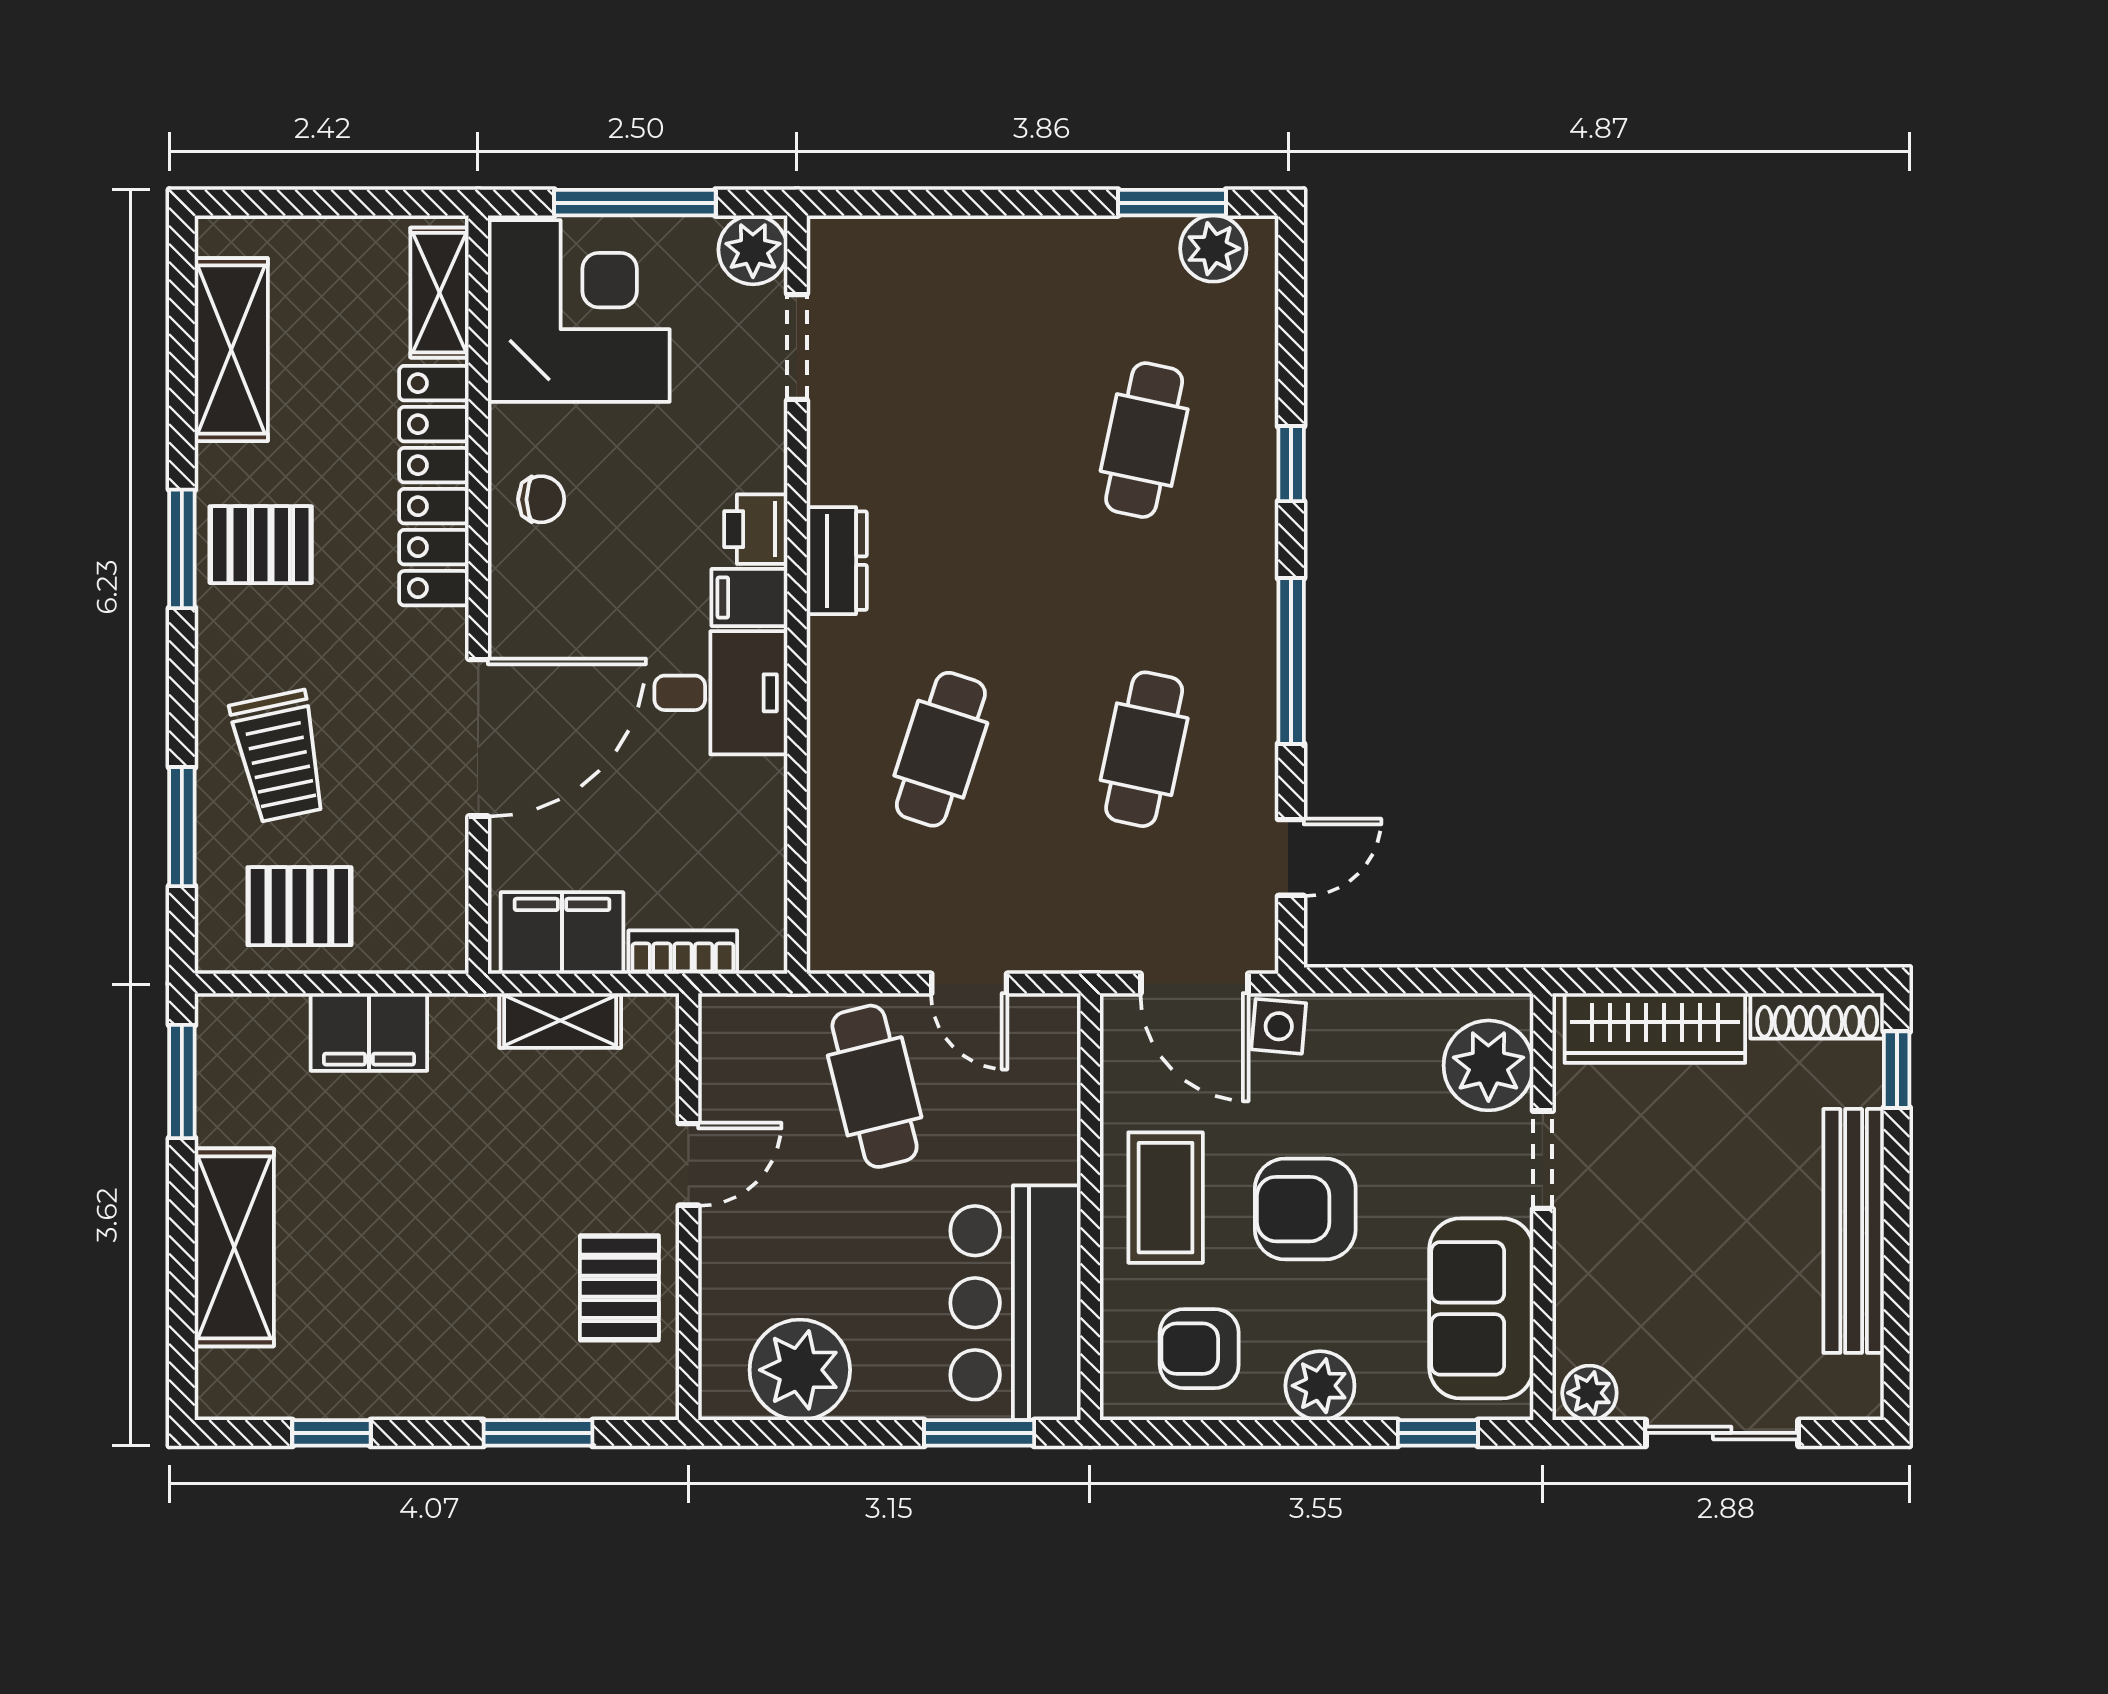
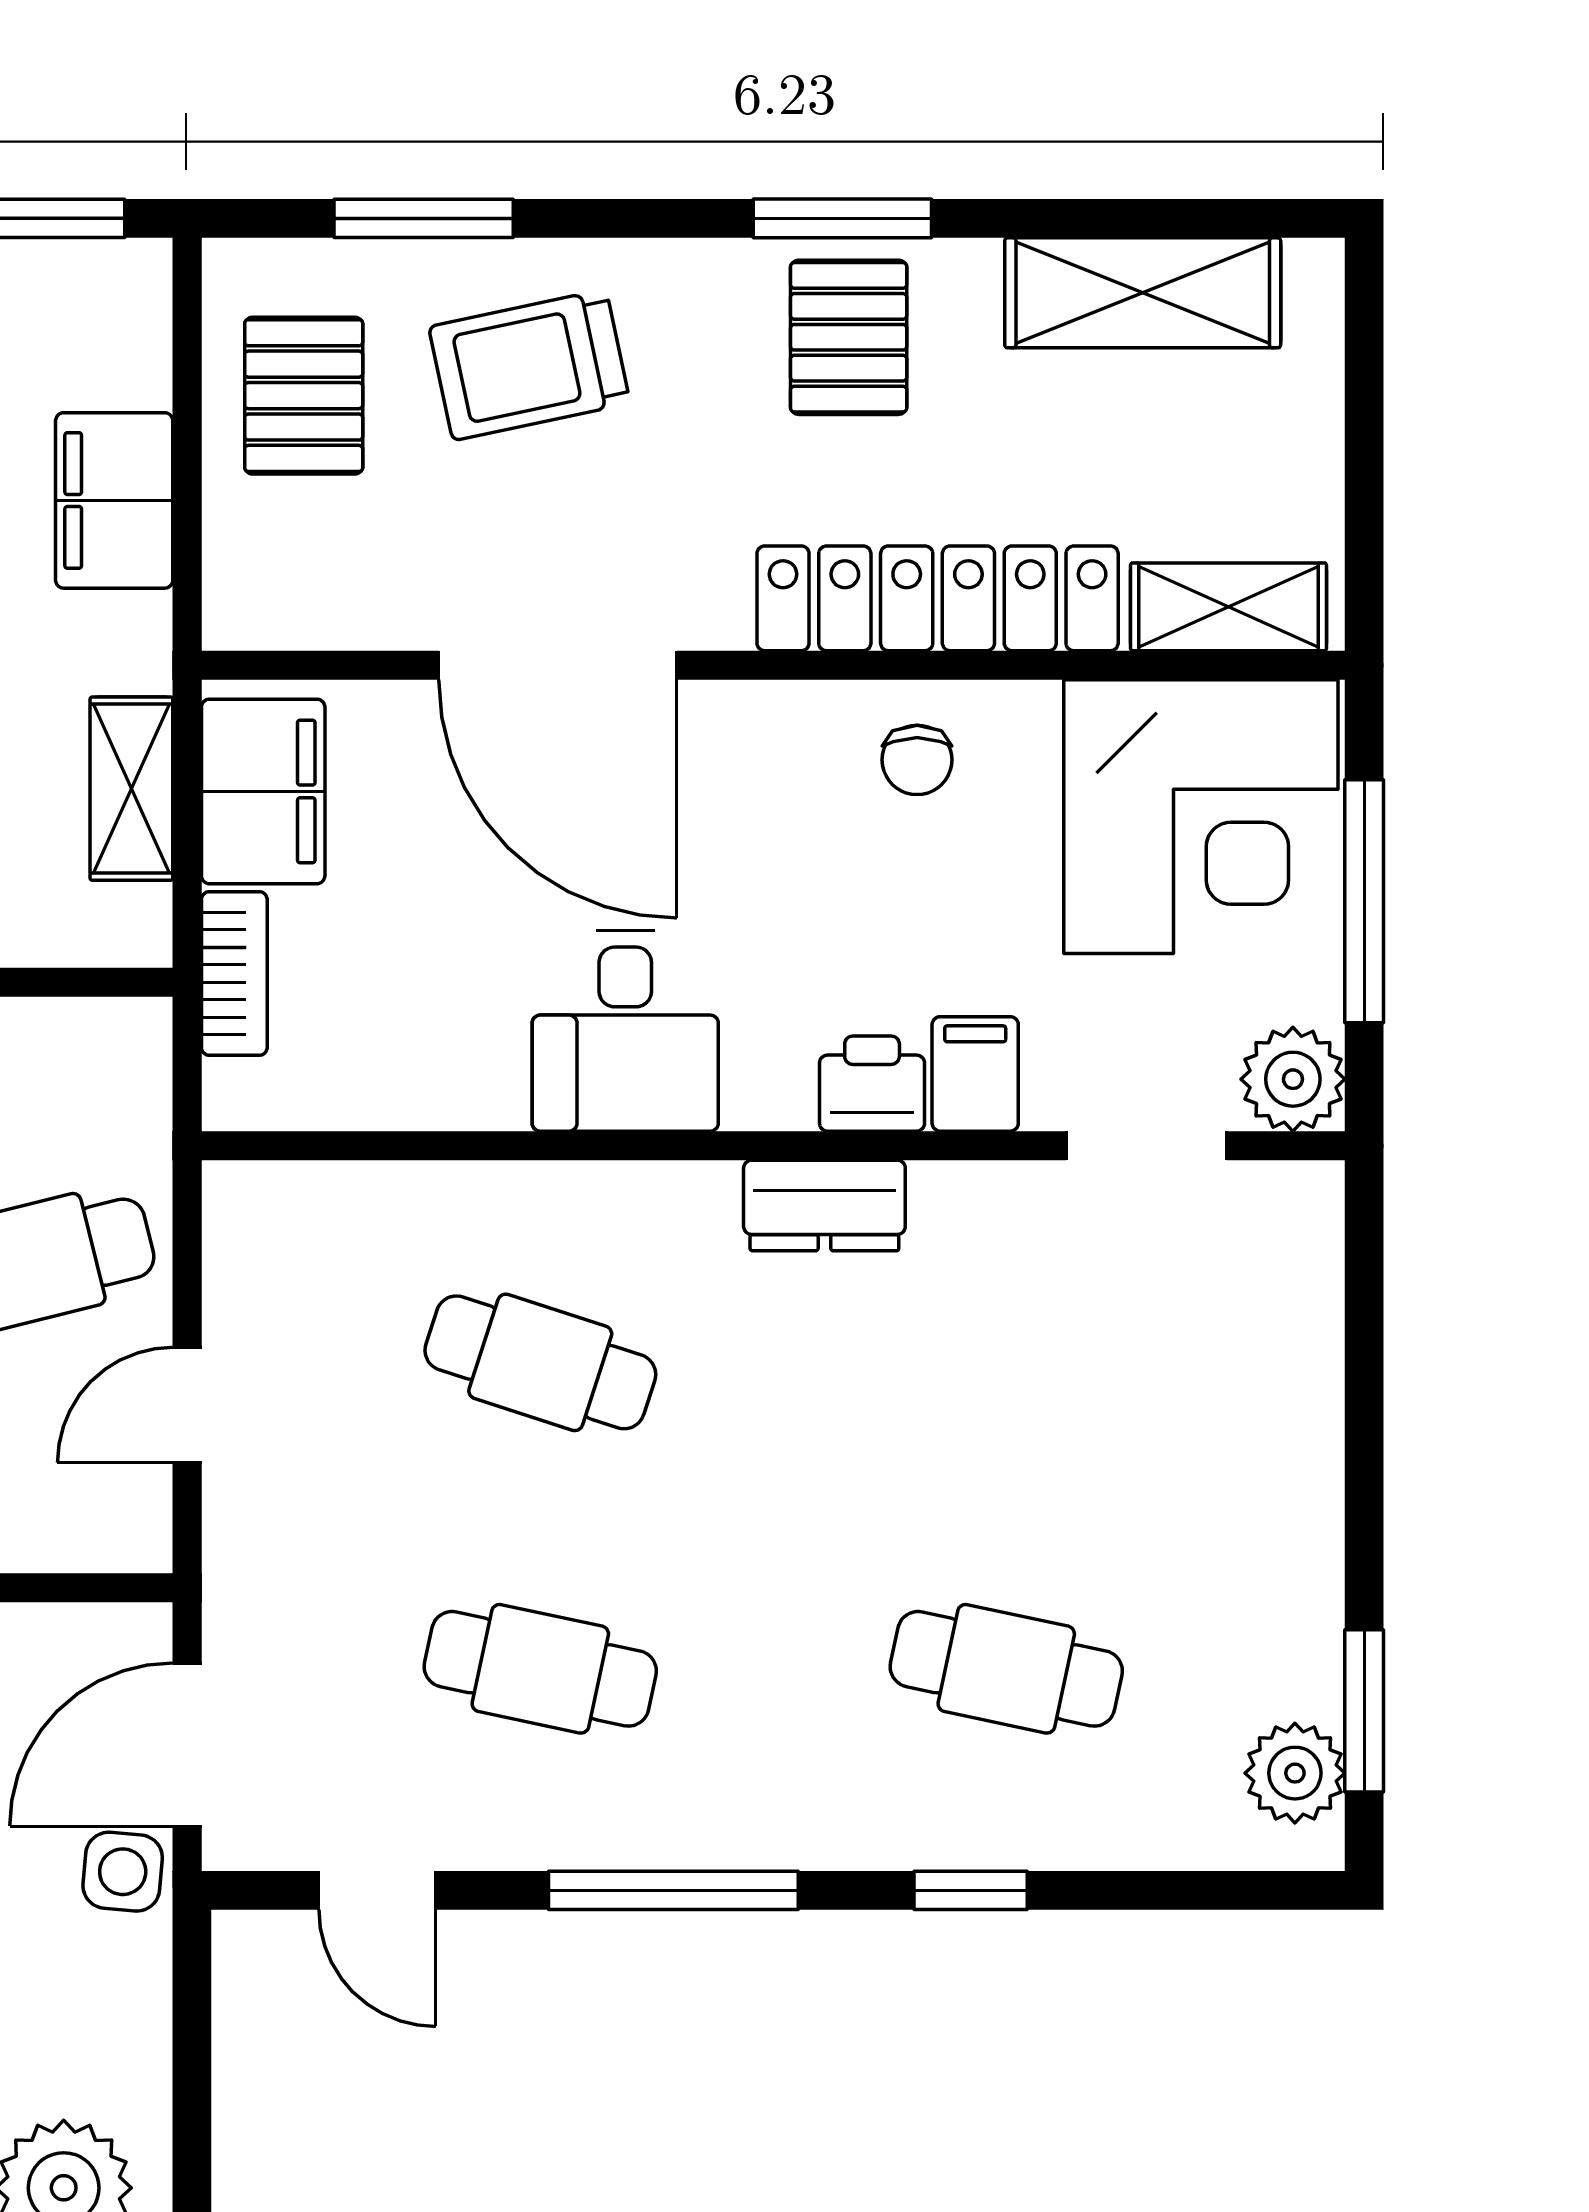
filing cabinet: (749, 598) -> (975, 1074), moved

